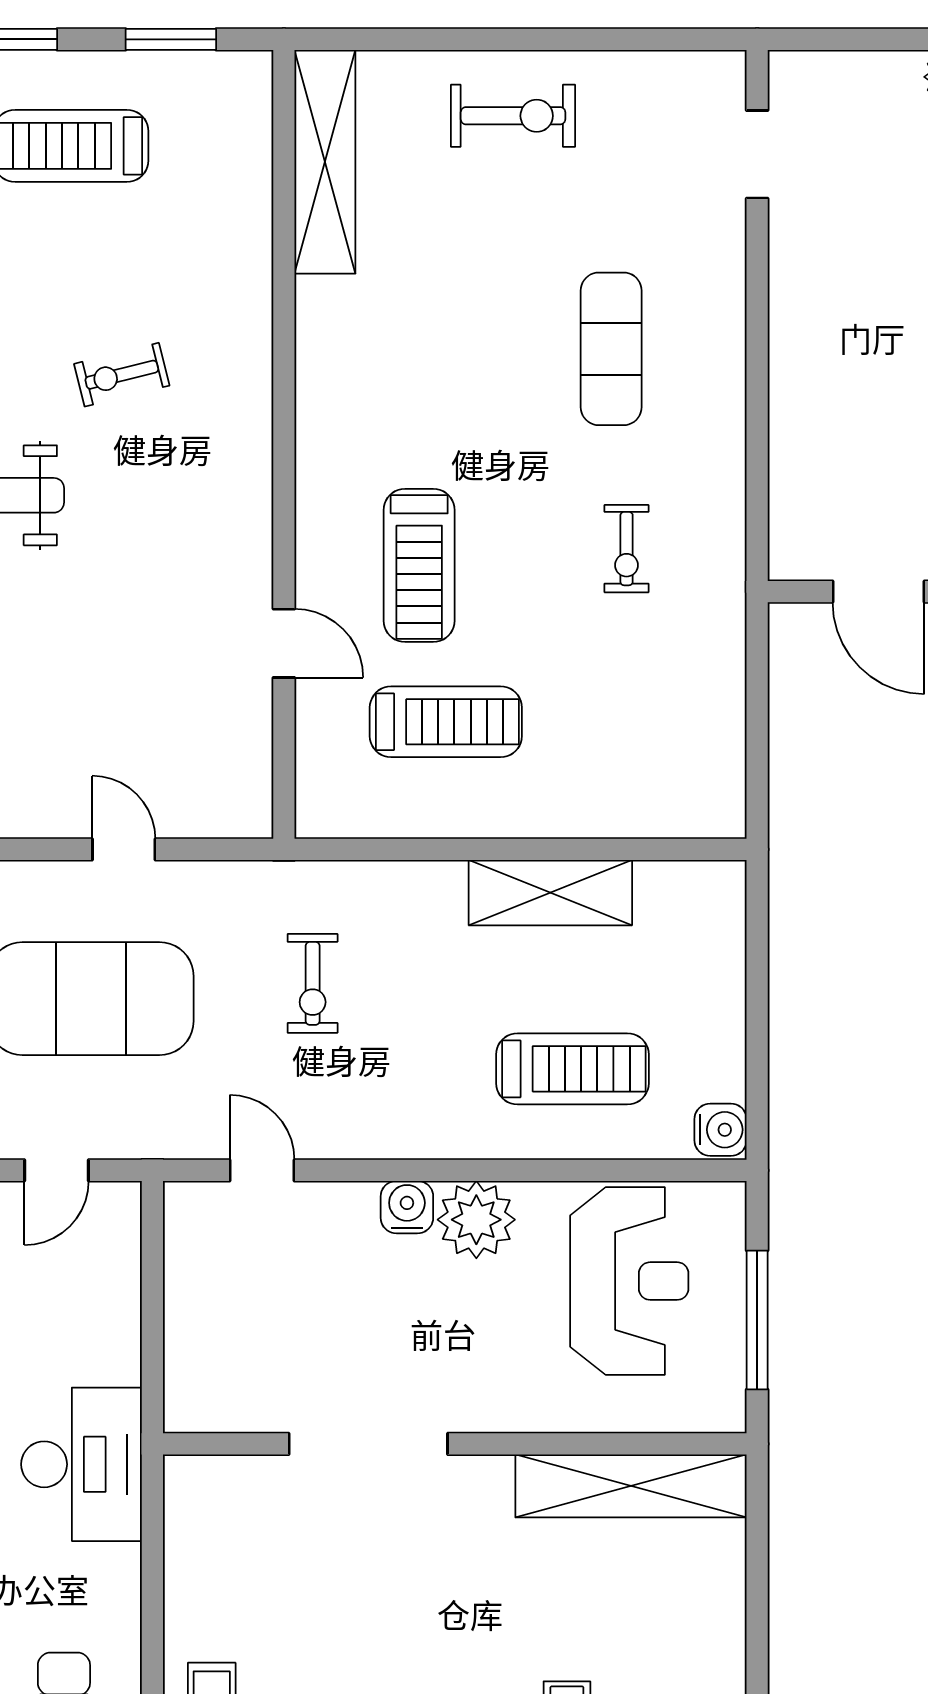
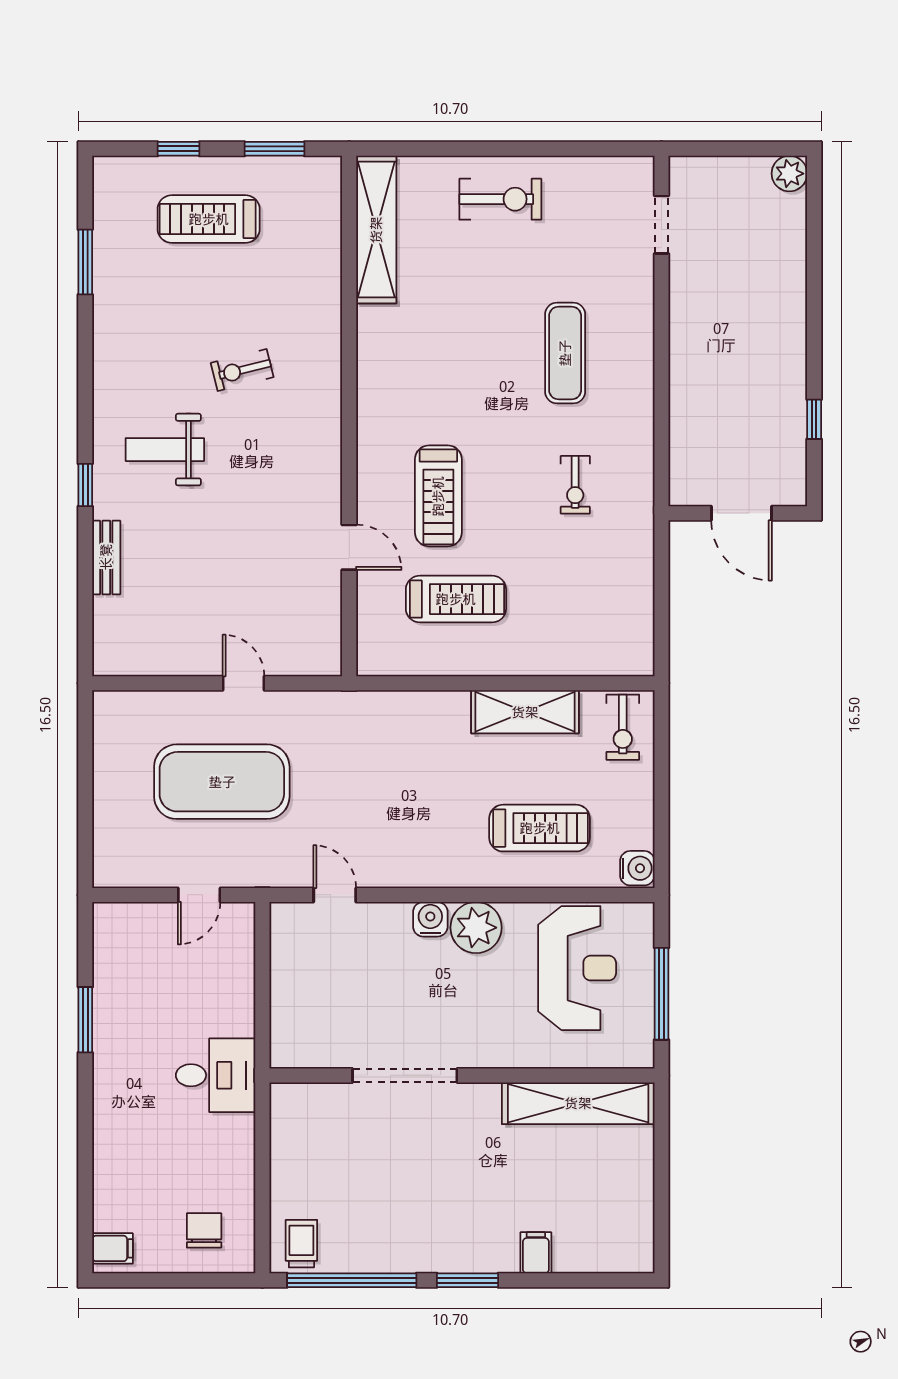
exercise bike: (313, 983) -> (623, 727), moved
desk: (81, 1464) -> (216, 1075), width x0.73

